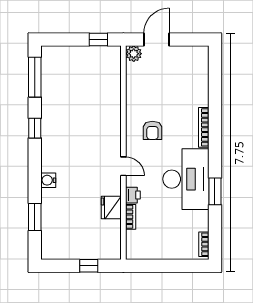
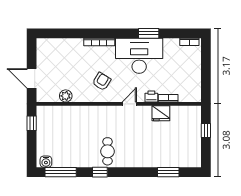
plant: (134, 54) -> (66, 96), moved
armchair: (152, 130) -> (102, 81), turned -58
cafe table: (62, 138) -> (108, 151), added
water cooler: (48, 180) -> (46, 162), moved

